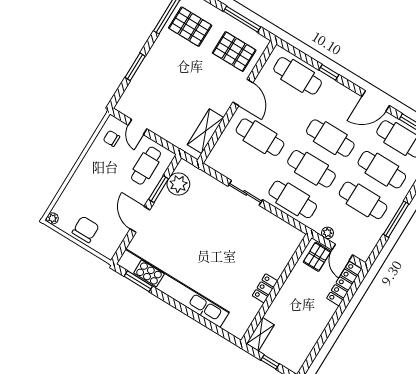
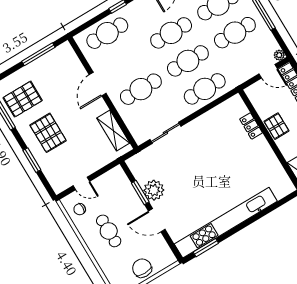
pallet: (234, 52) -> (48, 133), moved, turned 90
door: (243, 92) -> (98, 84), swing flipped
cafe table: (146, 166) -> (109, 231), moved
plant: (178, 184) -> (154, 190), moved
sliding door: (245, 193) -> (165, 133), moved
plant: (327, 233) -> (279, 55), moved
pallet: (317, 257) -> (276, 126), moved
locker: (265, 288) -> (251, 126), moved

